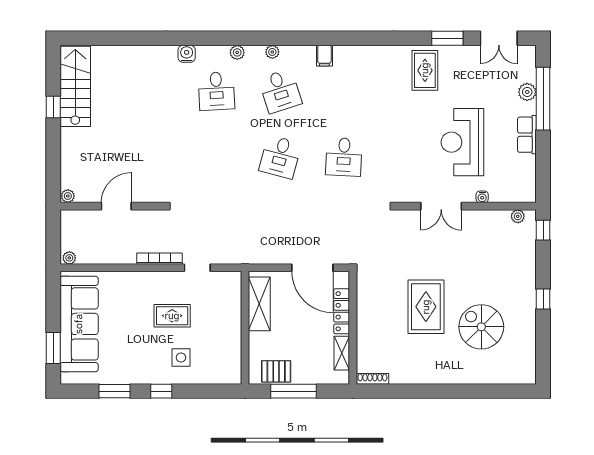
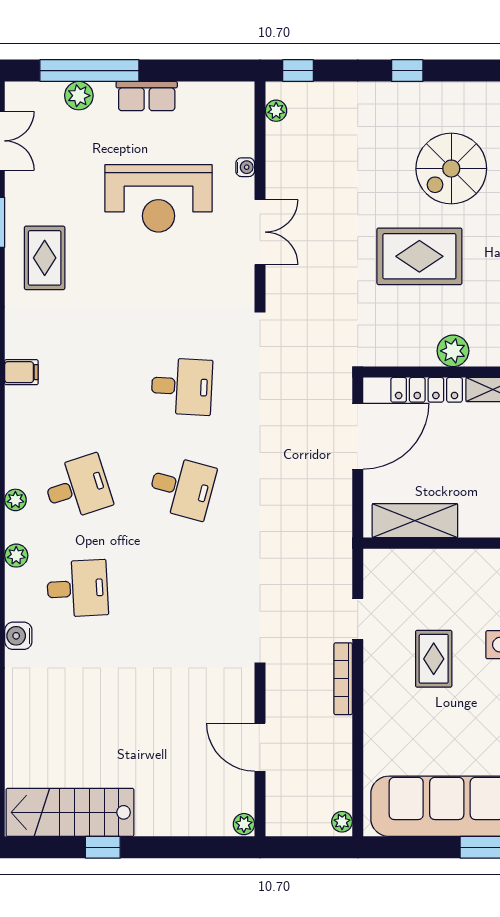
filing cabinet: (324, 56) -> (21, 372), moved
rug: (425, 70) -> (45, 258), turned 90
plant: (366, 328) -> (453, 351), added

